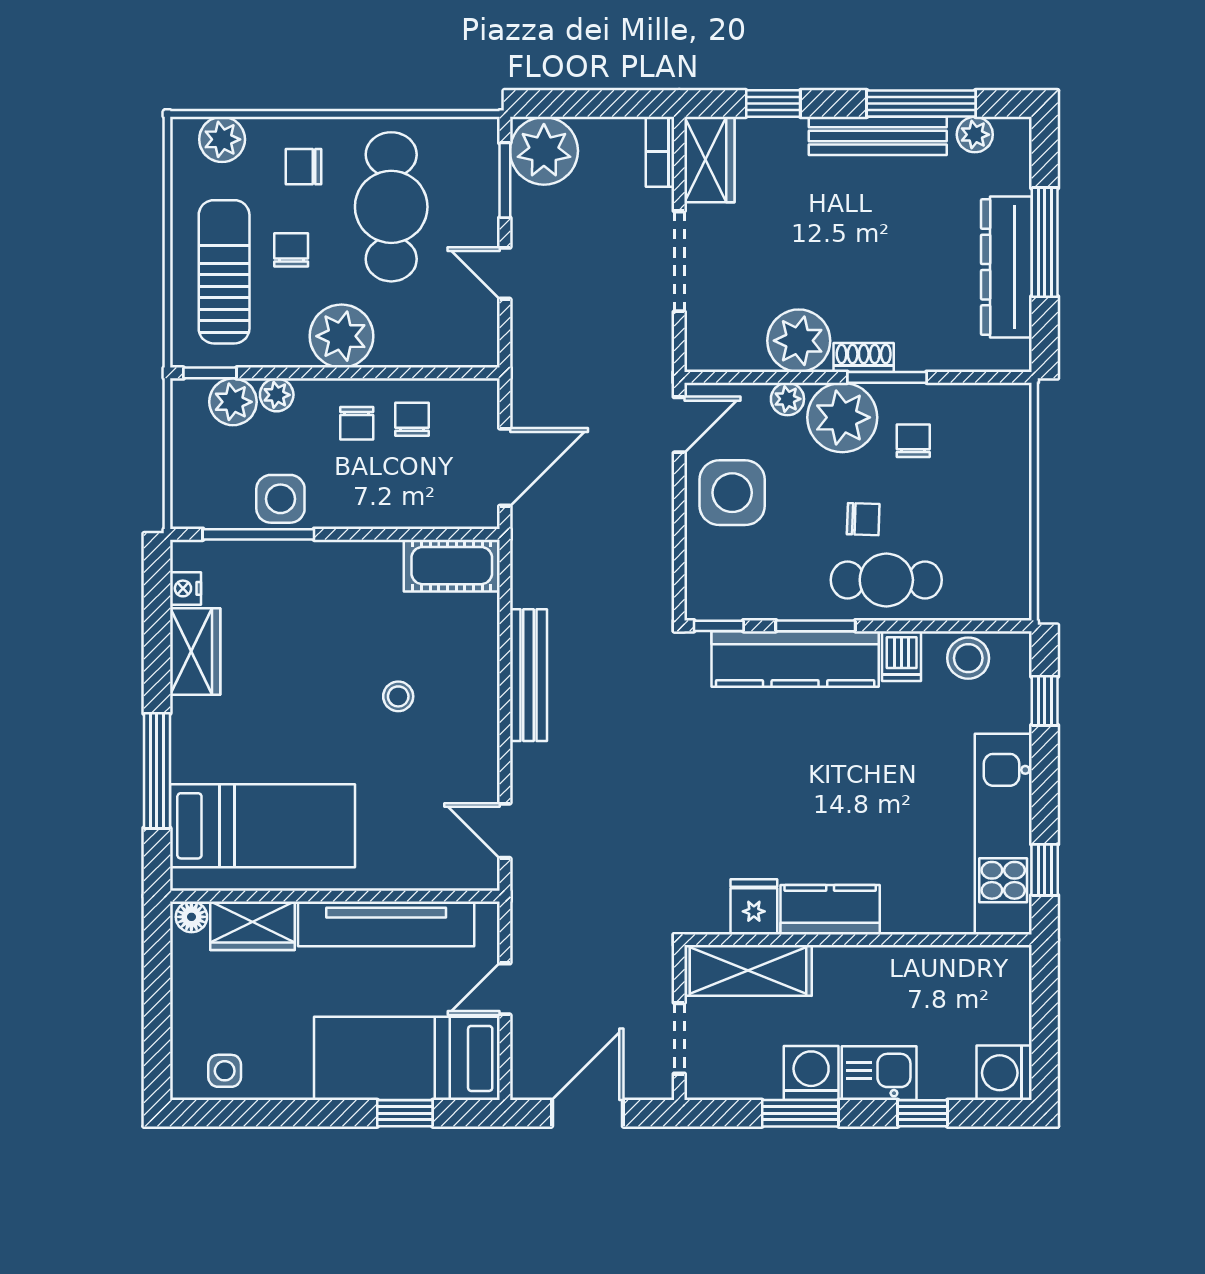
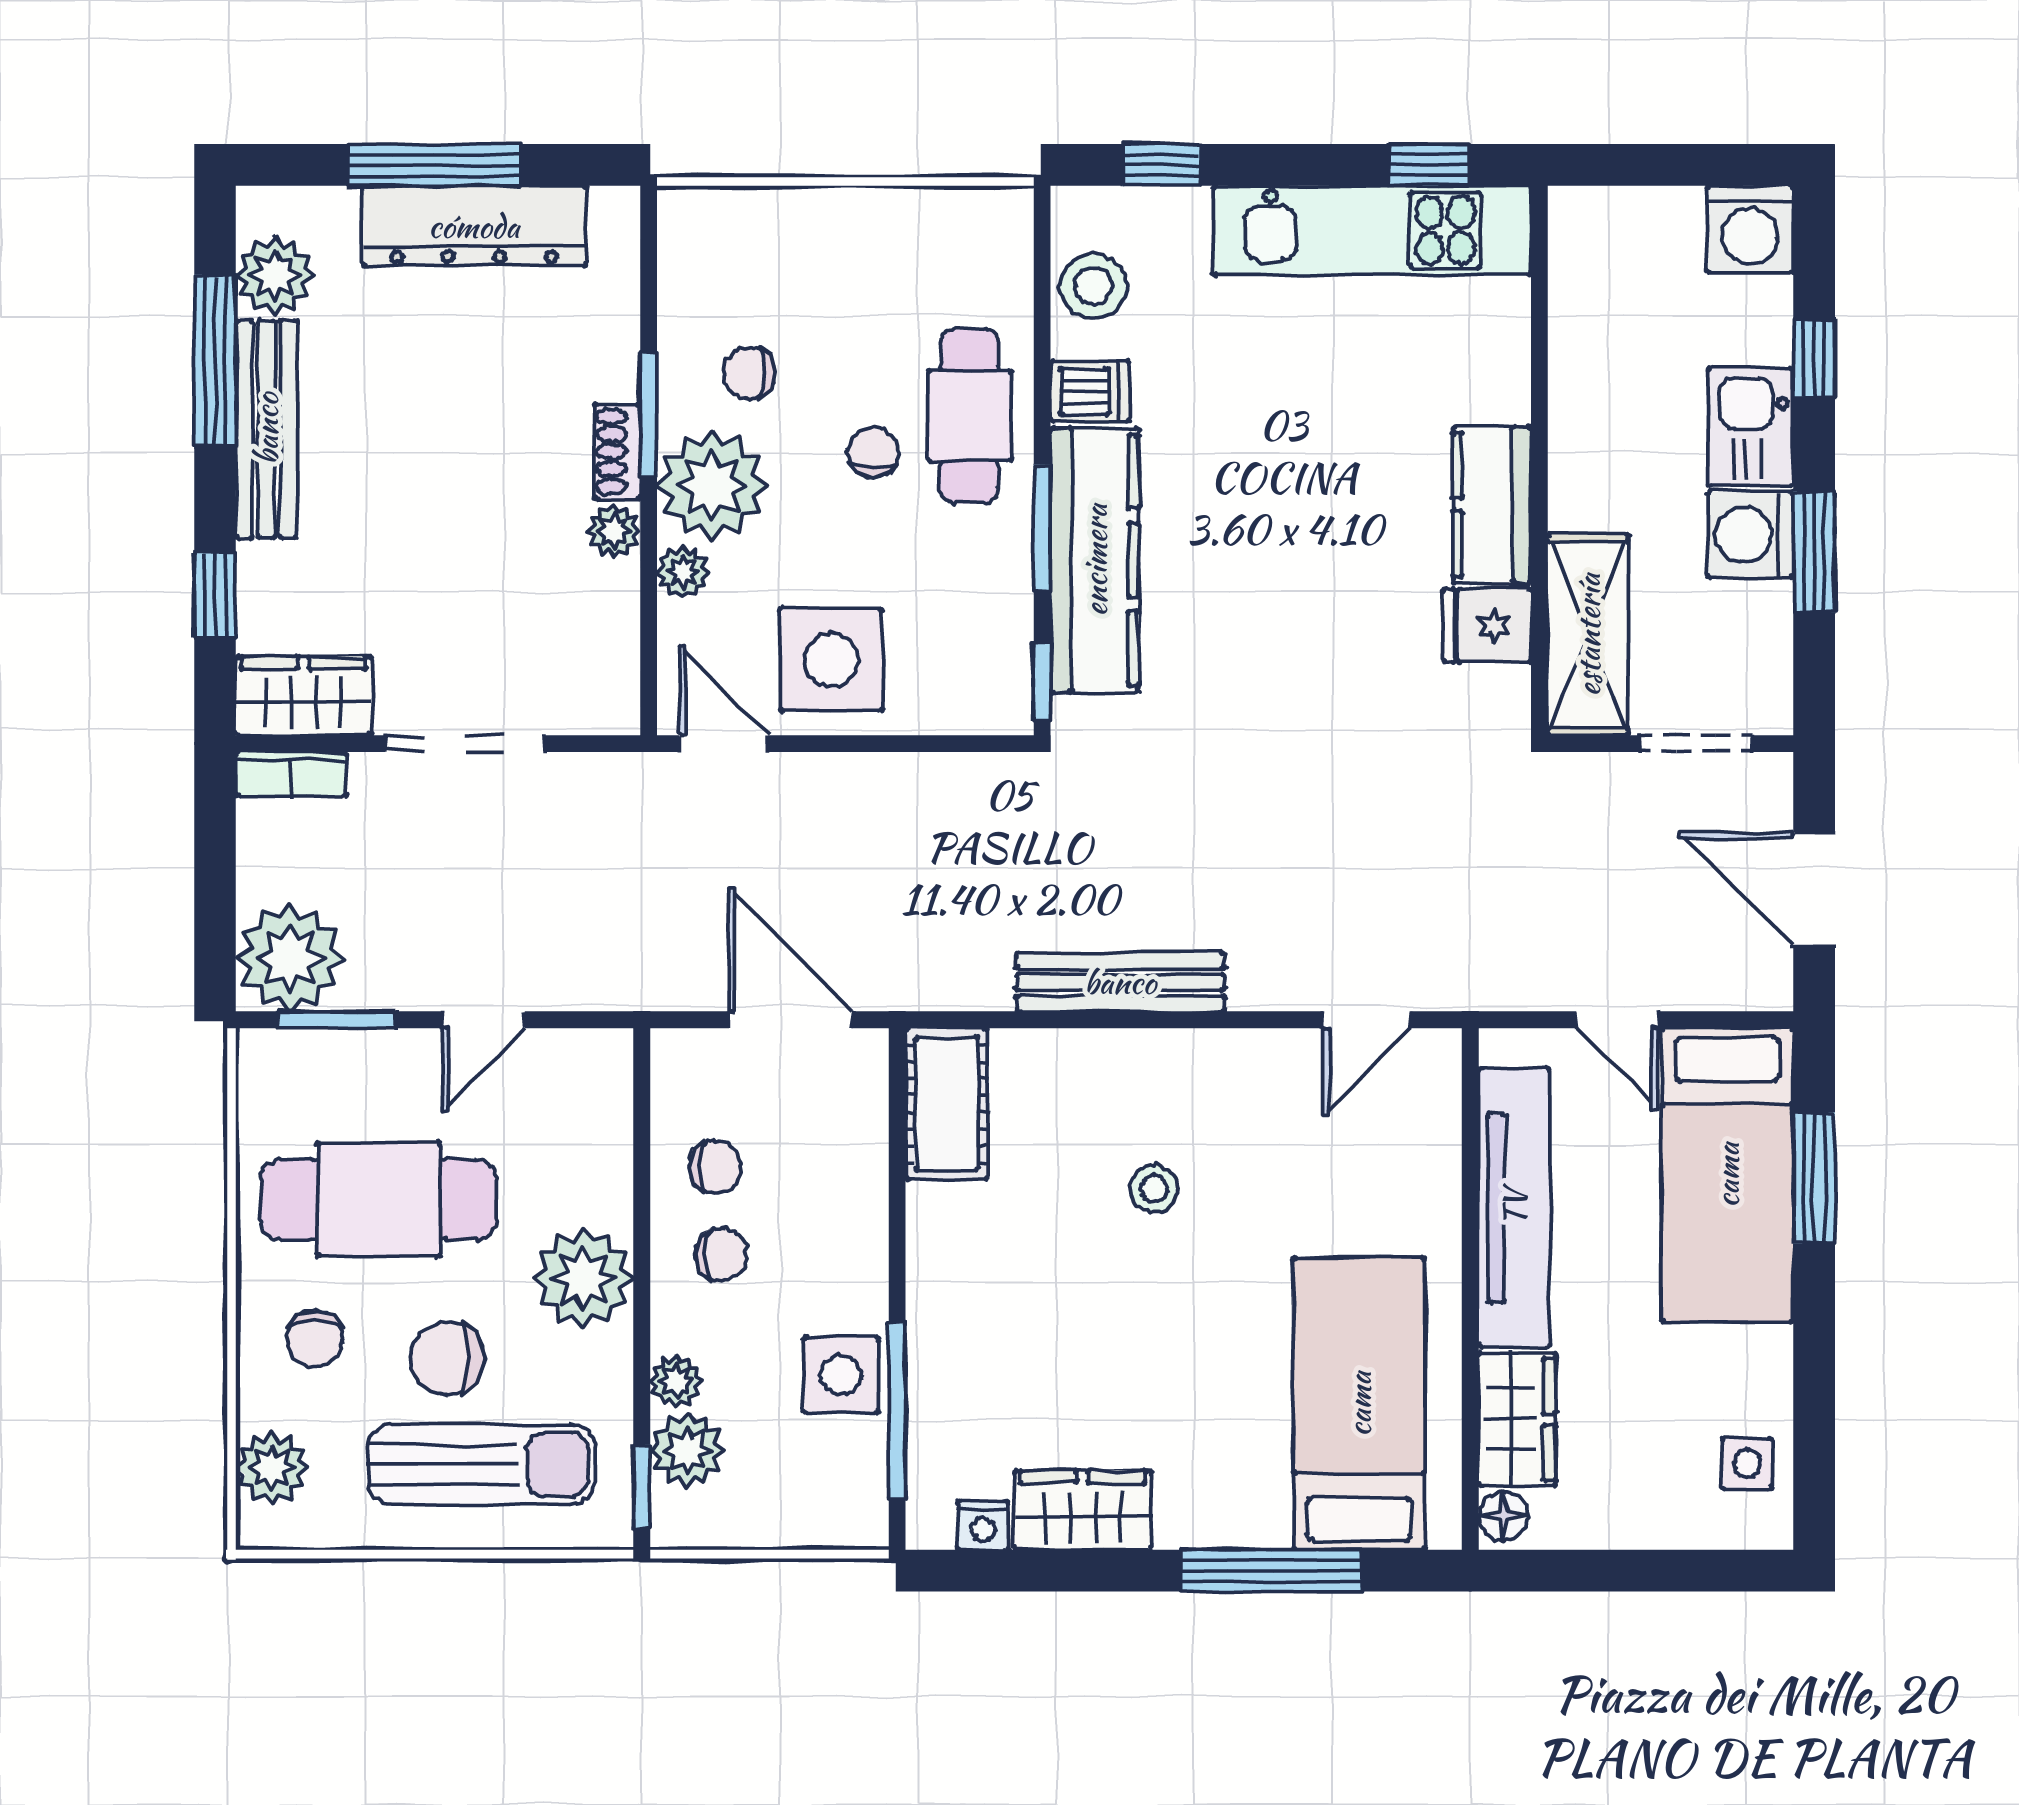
plant: (975, 135) -> (275, 275), width x1.38, depth x1.38
chair: (291, 250) -> (447, 1358), width x1.37, depth x1.37
sun lounger: (224, 272) -> (481, 1464), turned 180
plant: (799, 341) -> (614, 531), width x0.53, depth x0.53
chair: (412, 419) -> (715, 1167), turned 180
window: (405, 1113) -> (1814, 1178), width x1.50

